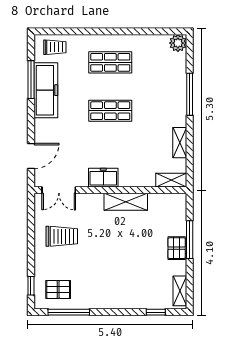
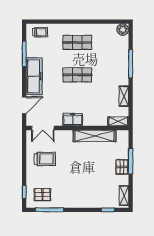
freezer: (46, 90) -> (34, 76), moved
shelving: (126, 202) -> (95, 136), width x1.47

